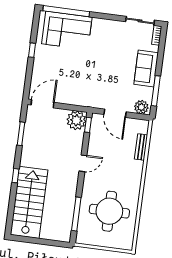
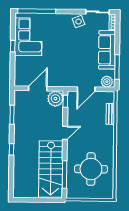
corner sofa: (67, 30) -> (28, 37), moved, turned -90
side table: (116, 30) -> (78, 22), added
sofa: (146, 68) -> (107, 50), width x1.36
door: (43, 104) -> (38, 89), moved
door: (115, 113) -> (86, 89), hinge flipped
stairs: (29, 202) -> (51, 169), moved, turned 180

